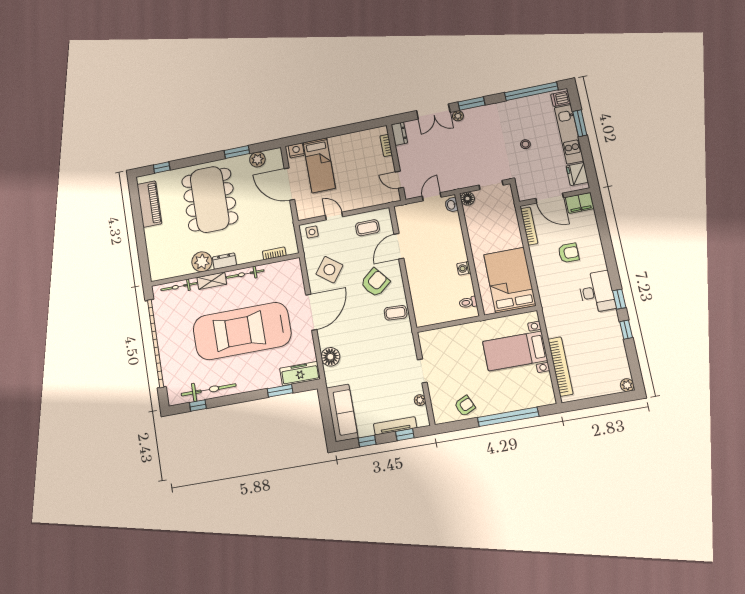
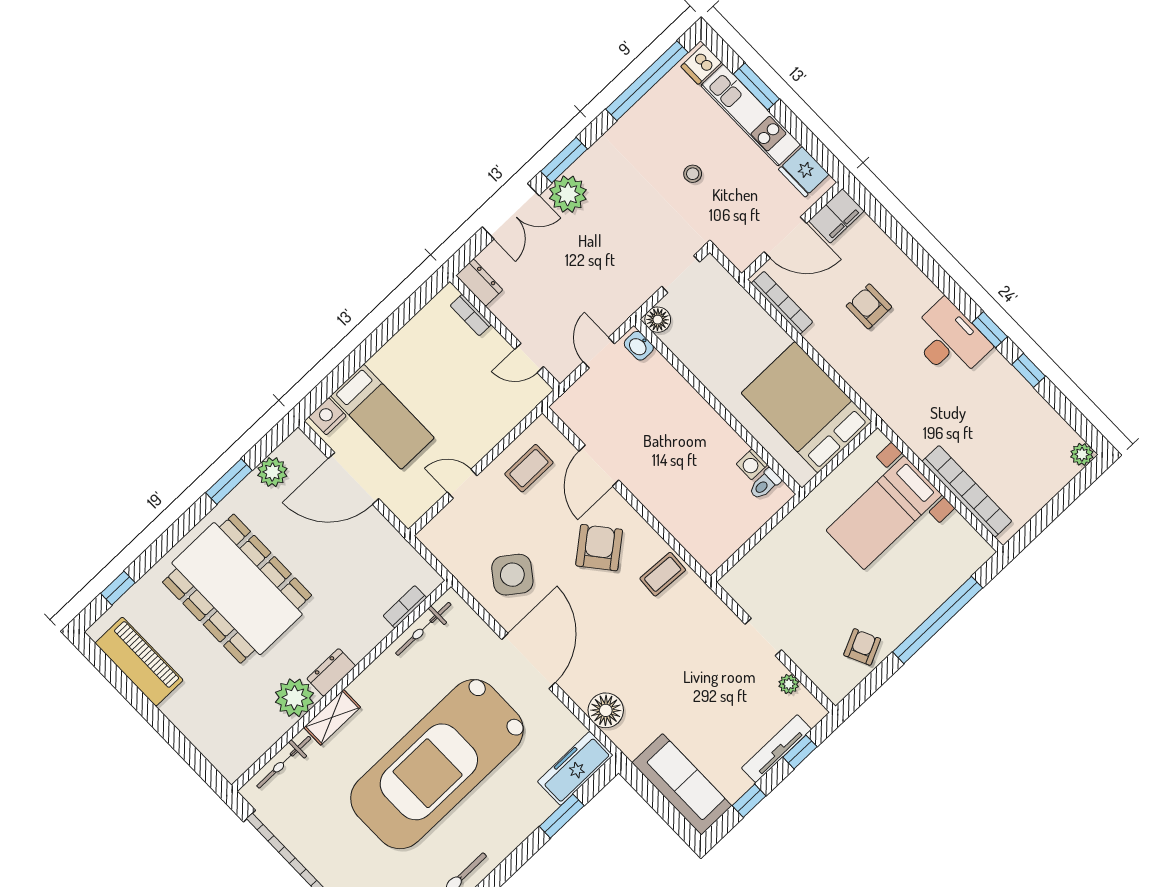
plant: (458, 116) -> (568, 194), width x1.88, depth x1.88
side table: (312, 232) -> (443, 533), removed
armchair: (569, 253) -> (869, 306), turned -90
washing machine: (464, 268) -> (752, 464), moved
bicycle: (245, 274) -> (423, 629), moved

